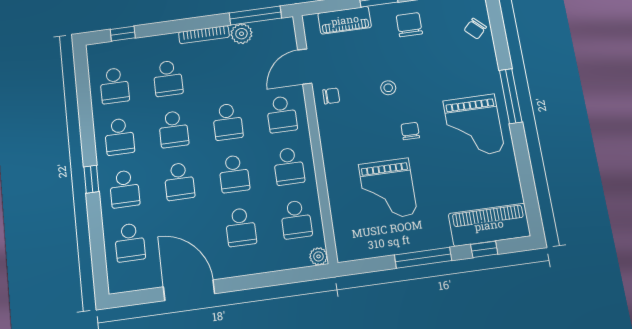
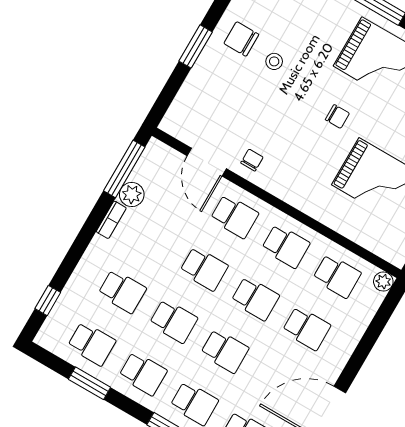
piano: (345, 20) -> (192, 93), removed
bookcase: (204, 35) -> (111, 220), width x0.64
stool: (388, 88) -> (274, 61), moved
window: (85, 105) -> (89, 383), added
chair: (410, 131) -> (337, 116), turned 180

